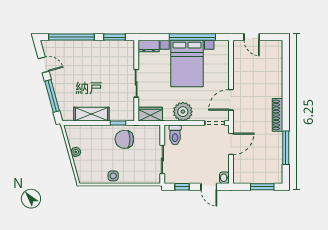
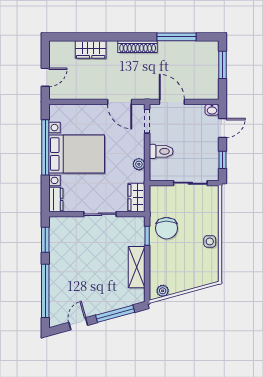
wardrobe: (275, 75) -> (91, 49), added
plant: (183, 112) -> (139, 164), width x0.53, depth x0.53
toilet: (175, 135) -> (161, 151), moved
plant: (76, 152) -> (163, 291), moved

